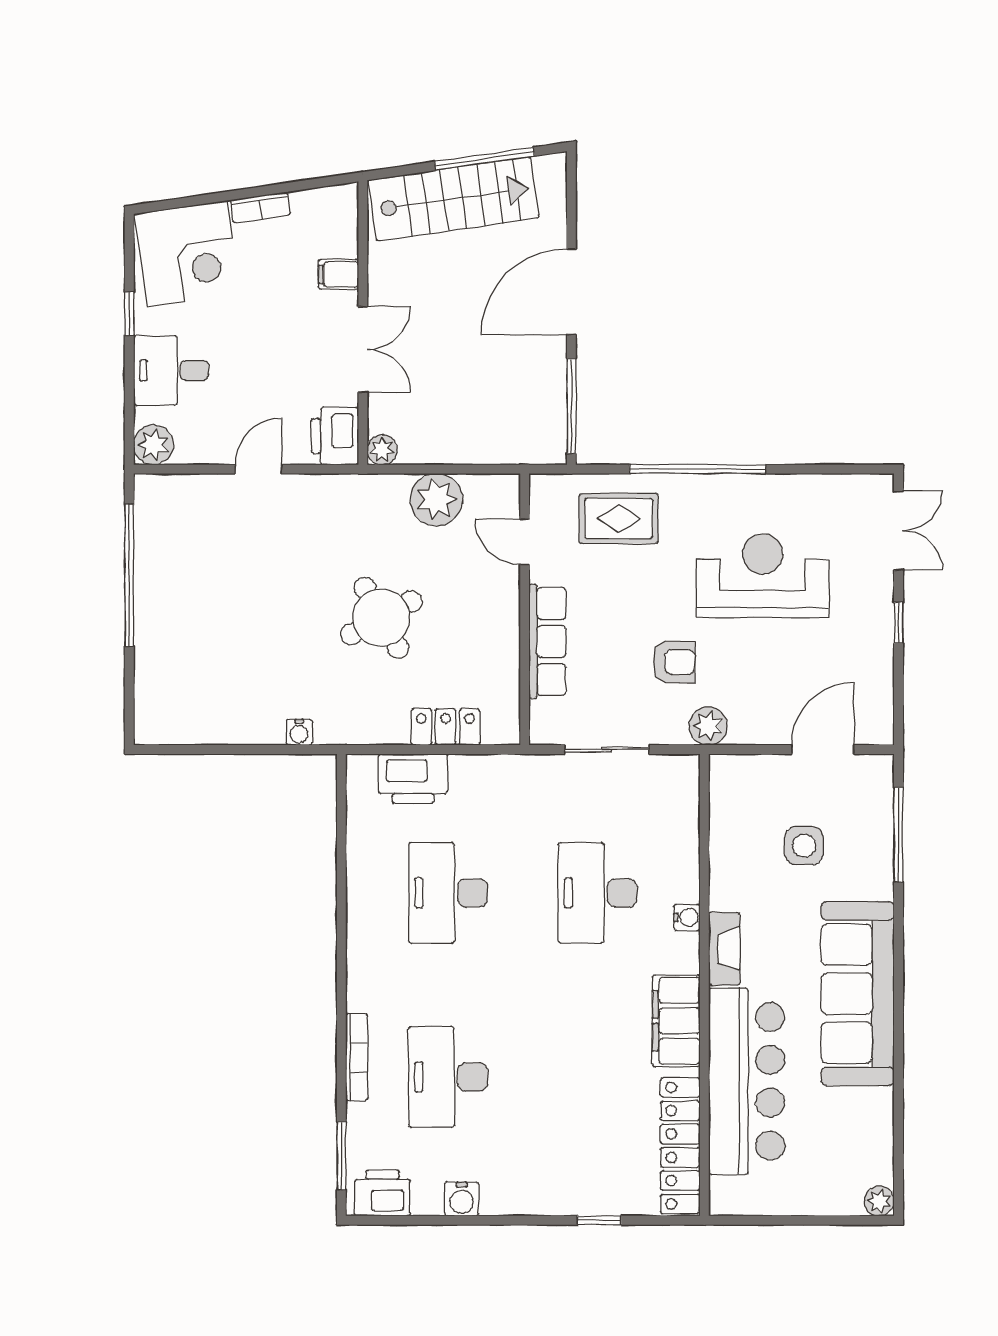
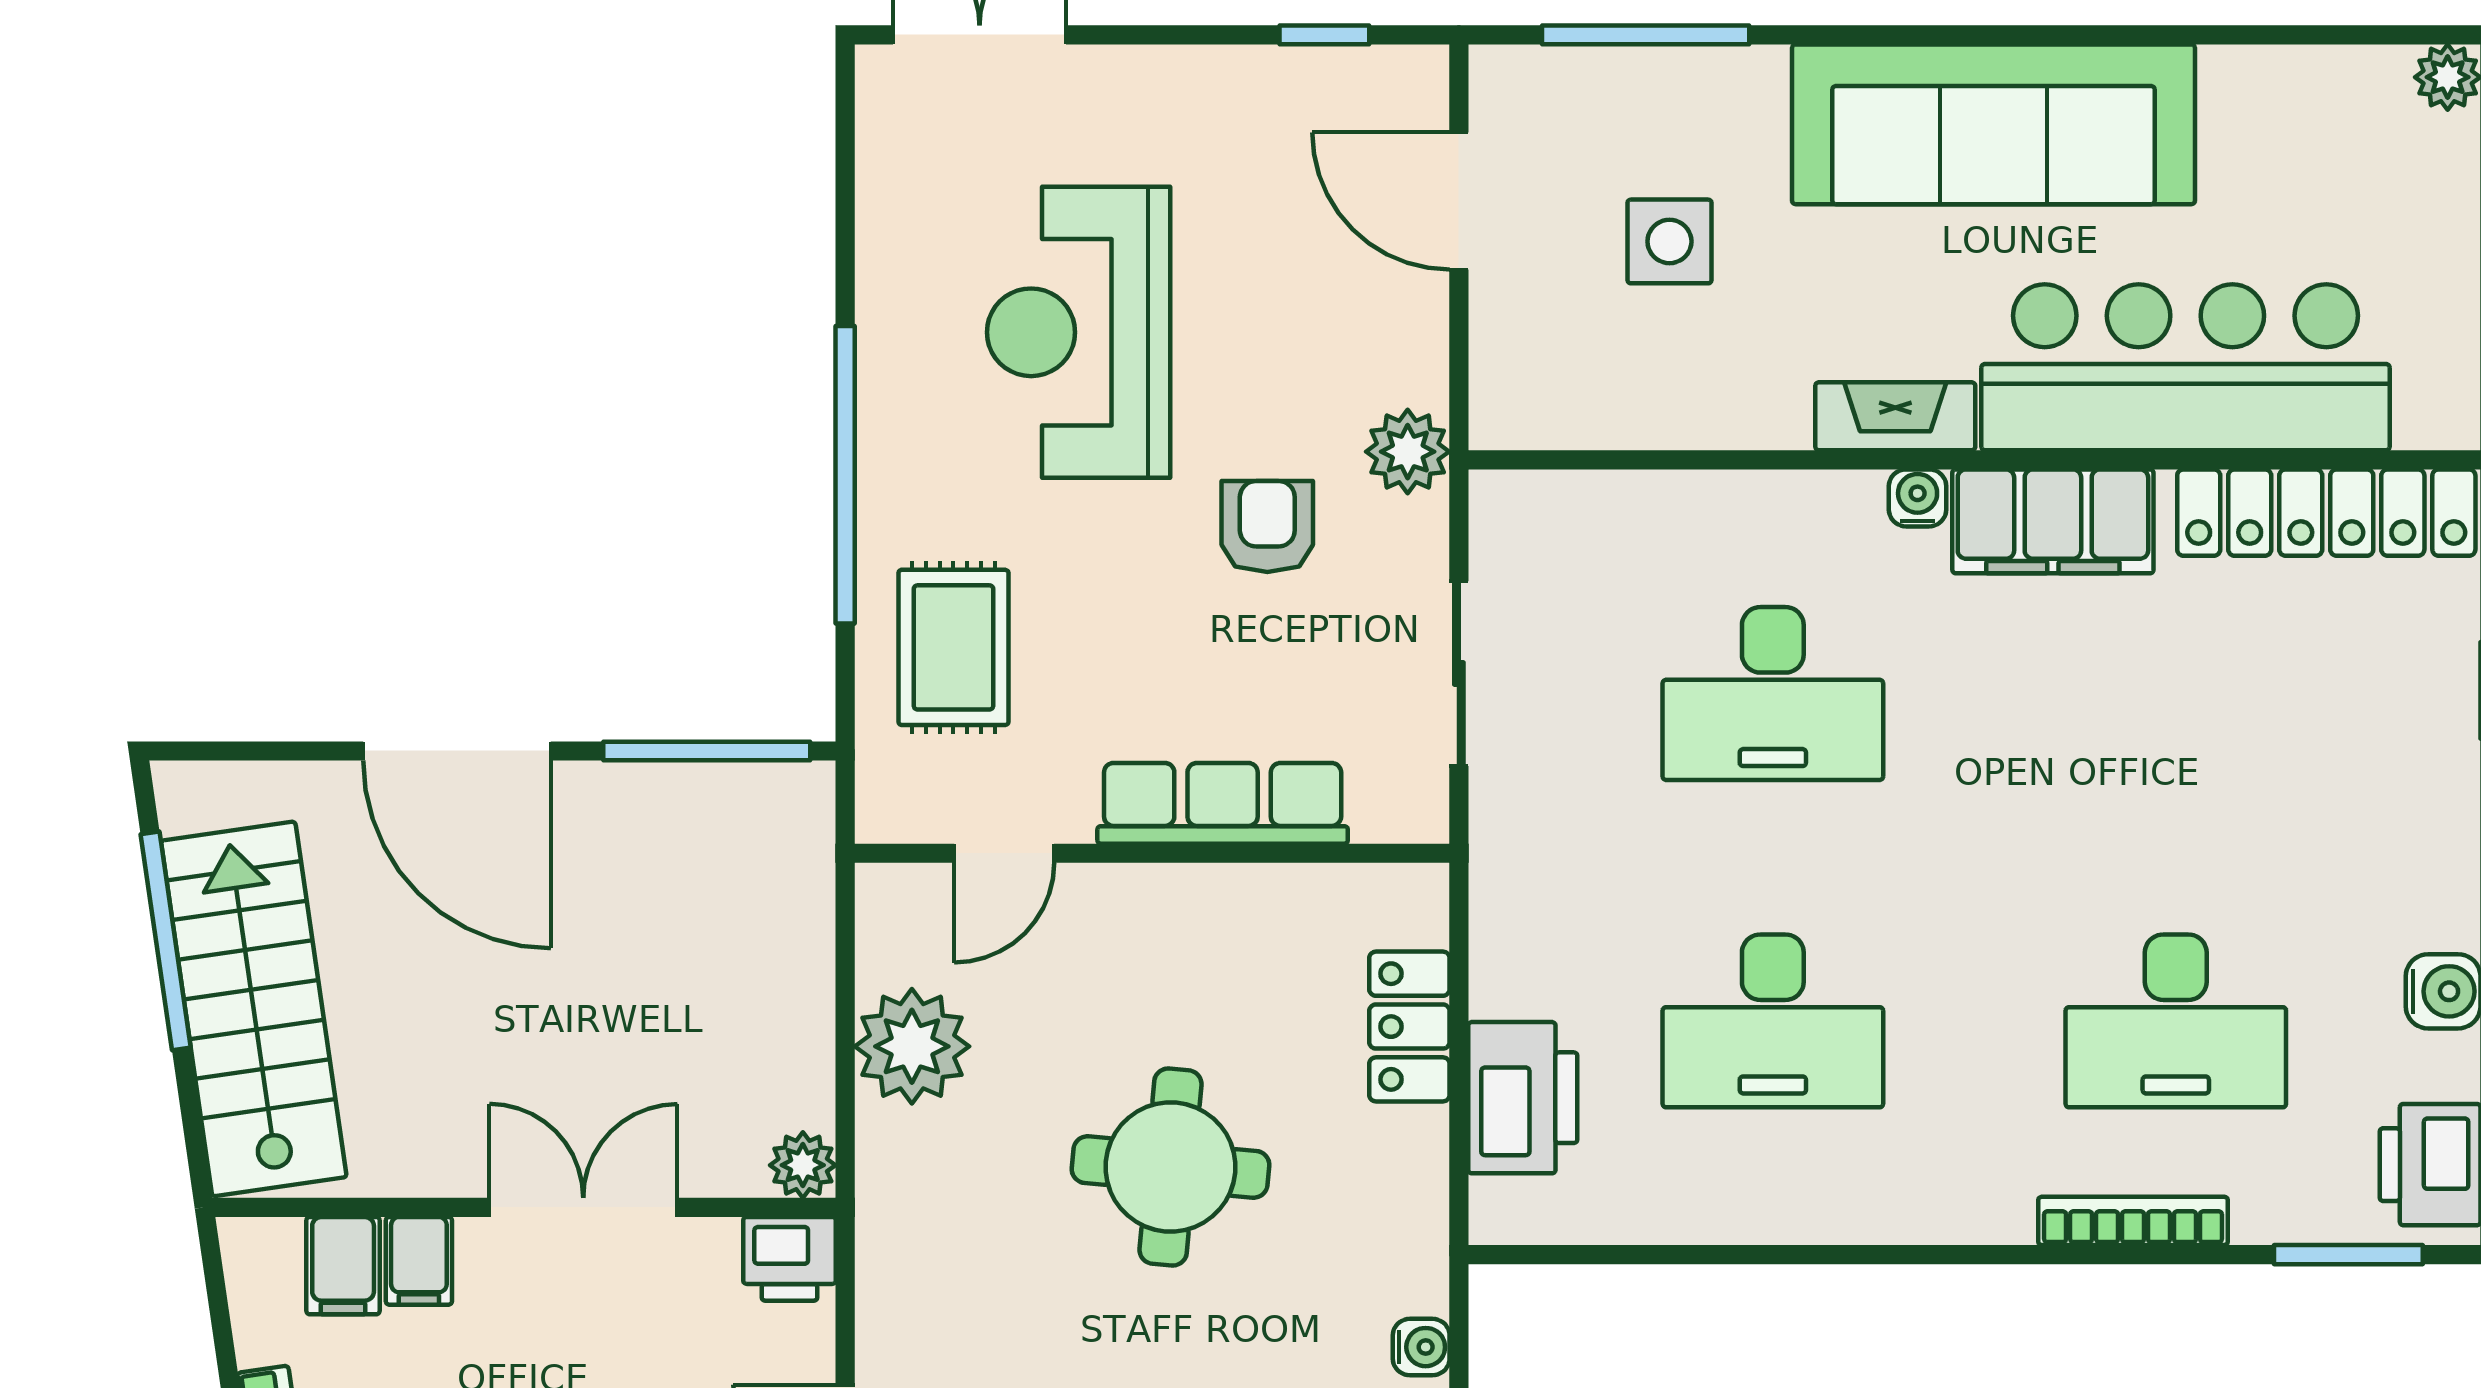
filing cabinet: (336, 240) -> (343, 1266), added
printer: (335, 436) -> (790, 1259), width x0.73, depth x0.81
round table: (381, 618) -> (1171, 1167), turned 34
window: (898, 623) -> (1324, 35), moved
water cooler: (687, 917) -> (1918, 498), moved

